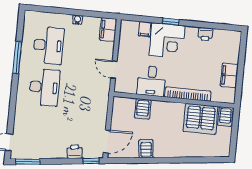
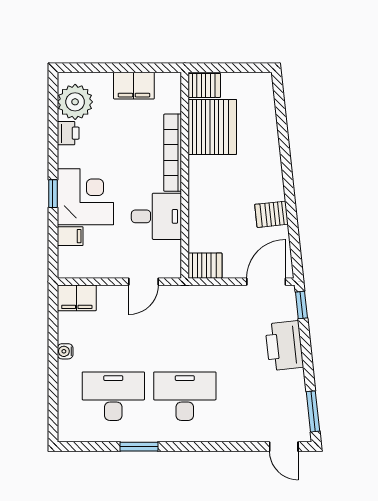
plant: (223, 40) -> (75, 102), added
window: (17, 58) -> (139, 447), width x0.69
server rack: (143, 109) -> (205, 266), moved
door: (107, 142) -> (266, 282), hinge flipped
printer: (75, 152) -> (284, 346), width x1.87, depth x1.48

